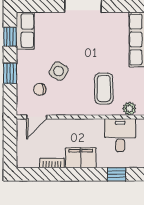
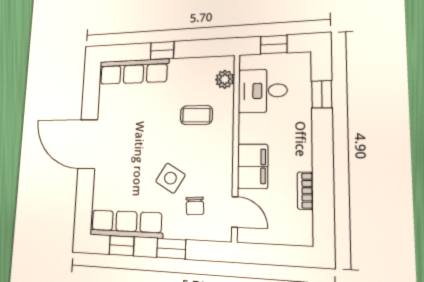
row of seats: (25, 31) -> (126, 224), width x1.48
coffee table: (104, 89) -> (196, 115), width x0.73, depth x0.77
filing cabinet: (81, 158) -> (253, 166), moved, turned 180

